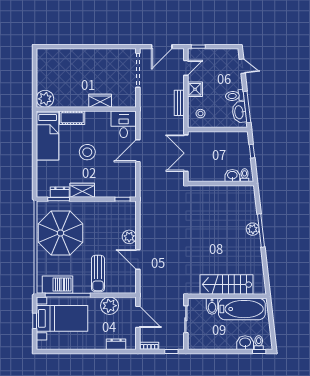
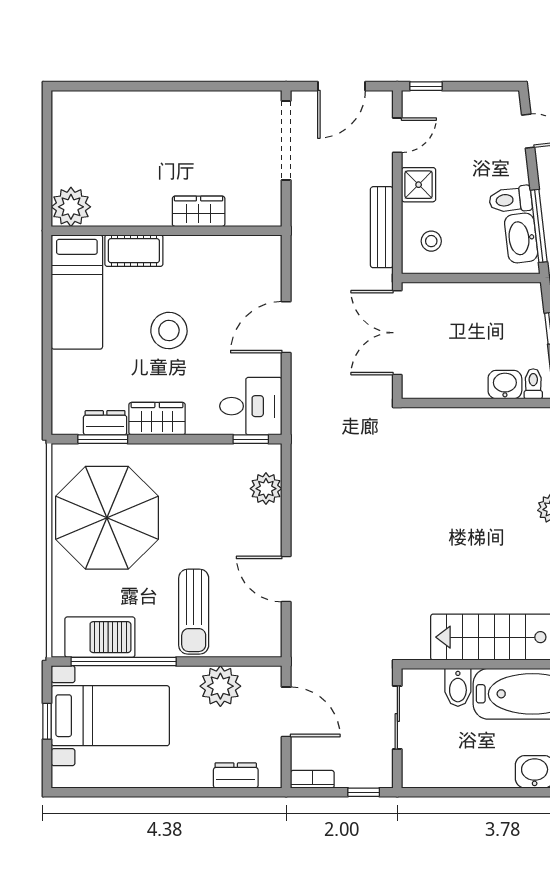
bench: (179, 103) -> (382, 227), width x1.36
desk: (124, 124) -> (251, 406), moved, turned 90
plant: (129, 237) -> (266, 489), moved

